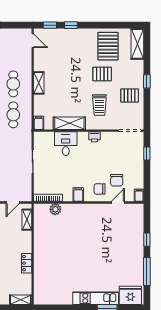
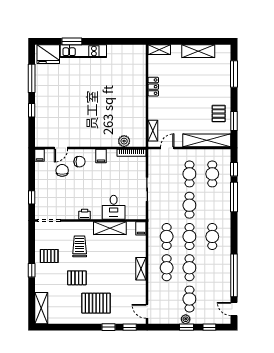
pallet: (108, 46) -> (96, 303), moved, turned 90

